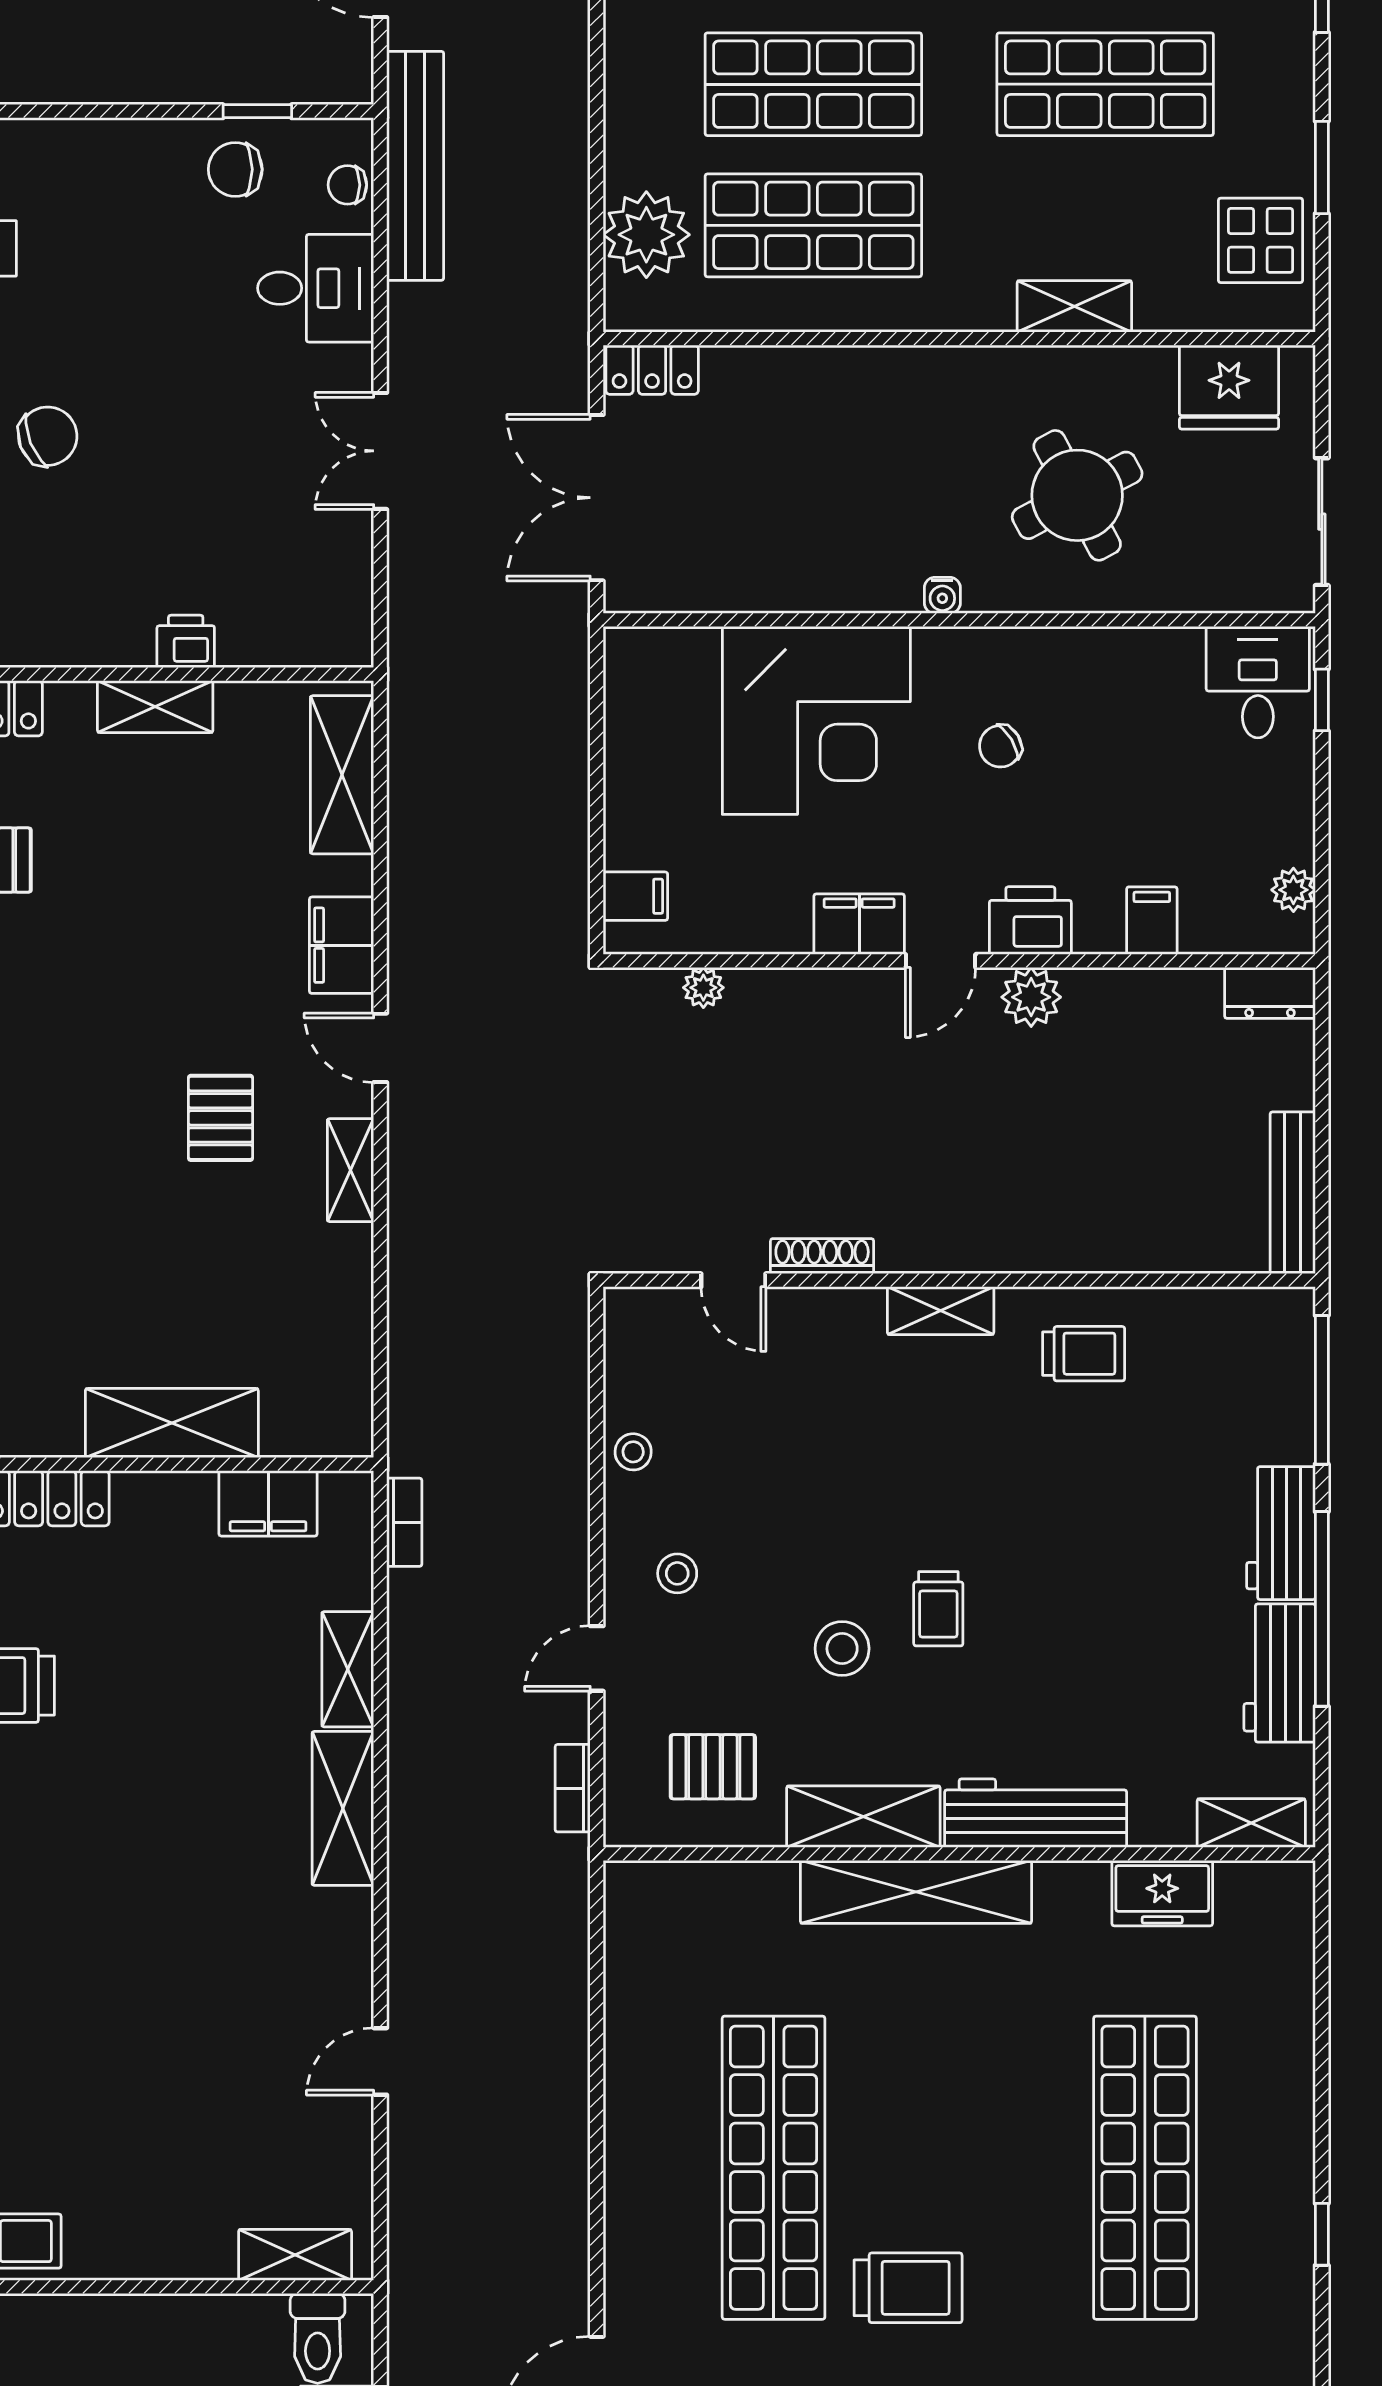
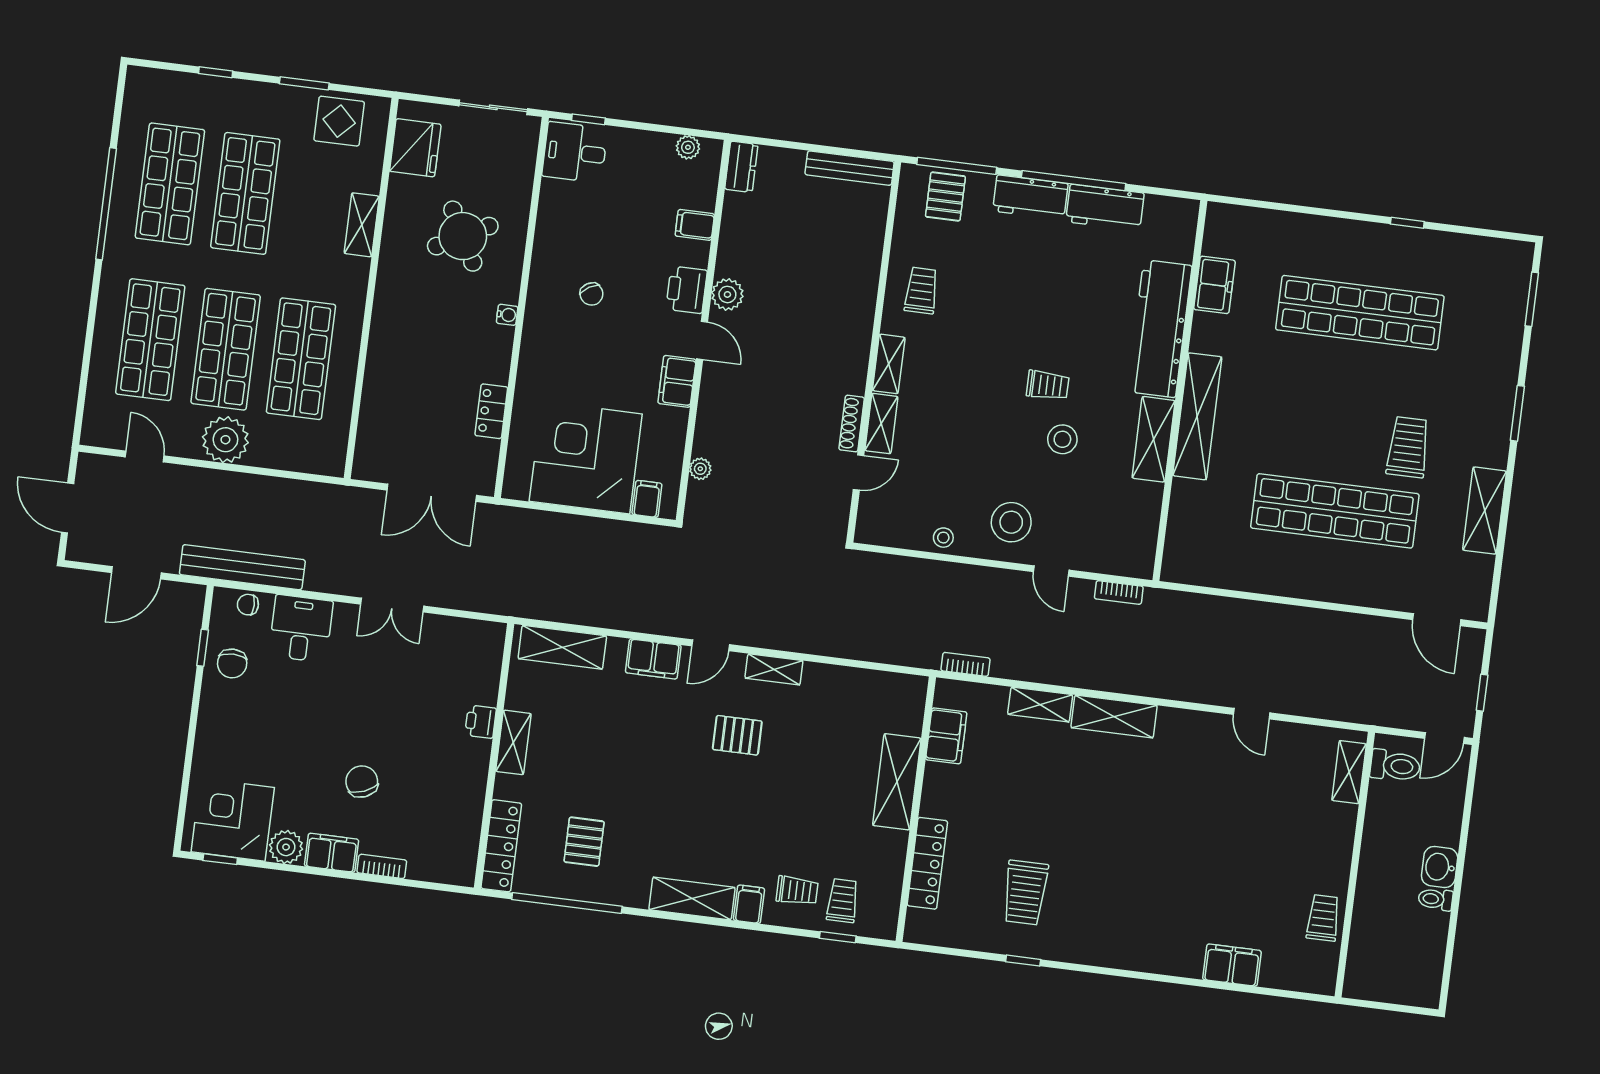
chair: (347, 185) -> (248, 605), turned 90
plant: (646, 235) -> (225, 440), moved
locker: (652, 370) -> (491, 411), moved, turned 180
corner desk: (816, 720) -> (586, 458), moved, turned -90
stool: (677, 1573) -> (1011, 522), width x1.89, depth x1.89
pallet: (713, 1767) -> (945, 197), moved
workbench: (1036, 1813) -> (1160, 329), width x1.36, depth x1.32
shelving: (1251, 1823) -> (881, 424), moved

